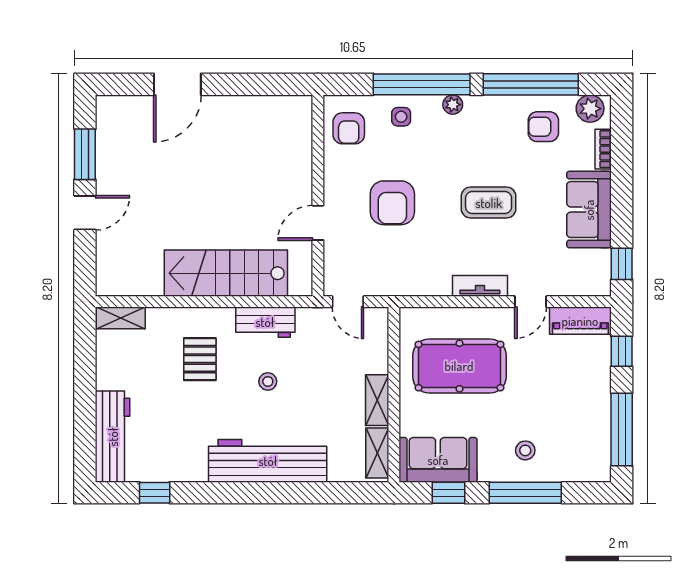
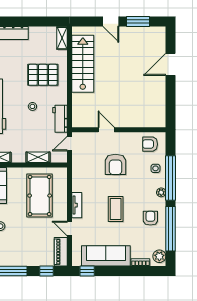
door: (177, 84) -> (171, 64), hinge flipped
armchair: (543, 127) -> (150, 218), moved
armchair: (392, 203) -> (115, 164), turned -90
sofa: (589, 210) -> (106, 256), width x1.36
stairs: (226, 273) -> (83, 64), moved
workbench: (265, 322) -> (60, 119), moved
pallet: (200, 359) -> (43, 75), width x1.50, depth x1.42
shelving: (377, 400) -> (38, 157), moved

